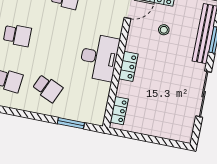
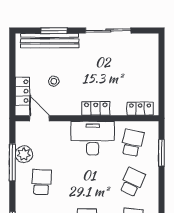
school desk: (87, 96) -> (132, 143), added

